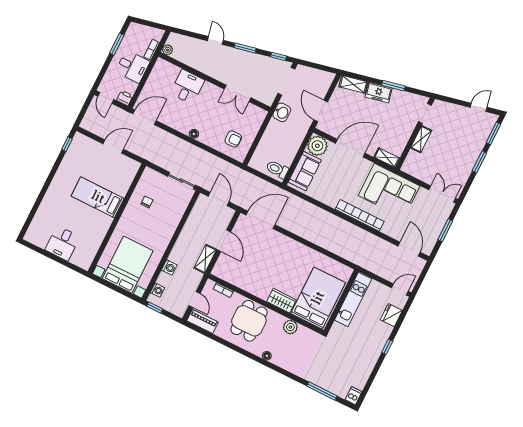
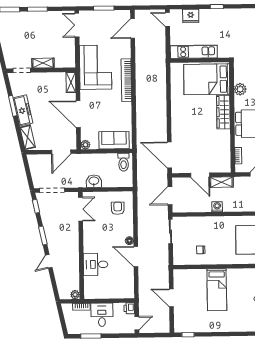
double door: (238, 93) -> (81, 209), moved
freezer: (379, 93) -> (23, 110), width x1.40
washbasin: (282, 112) -> (94, 181), moved
door: (145, 117) -> (136, 257), moved
plant: (317, 146) -> (85, 145), width x0.53, depth x0.53
door: (224, 241) -> (200, 175), swing flipped
washing machine: (169, 267) -> (217, 207), moved
wardrobe: (281, 301) -> (223, 112), width x1.50

